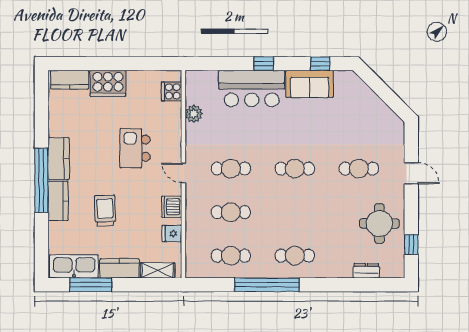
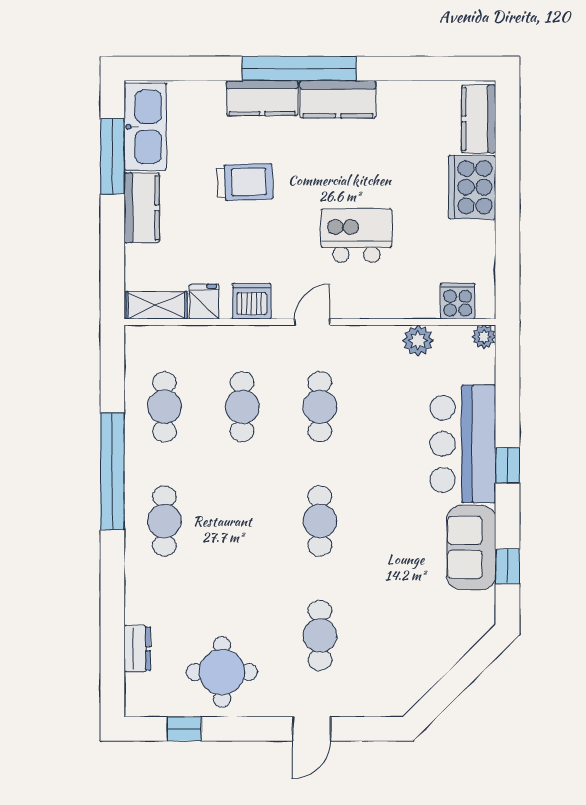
plant: (192, 77) -> (484, 337), added
shelving: (158, 270) -> (156, 305), moved, turned 90

